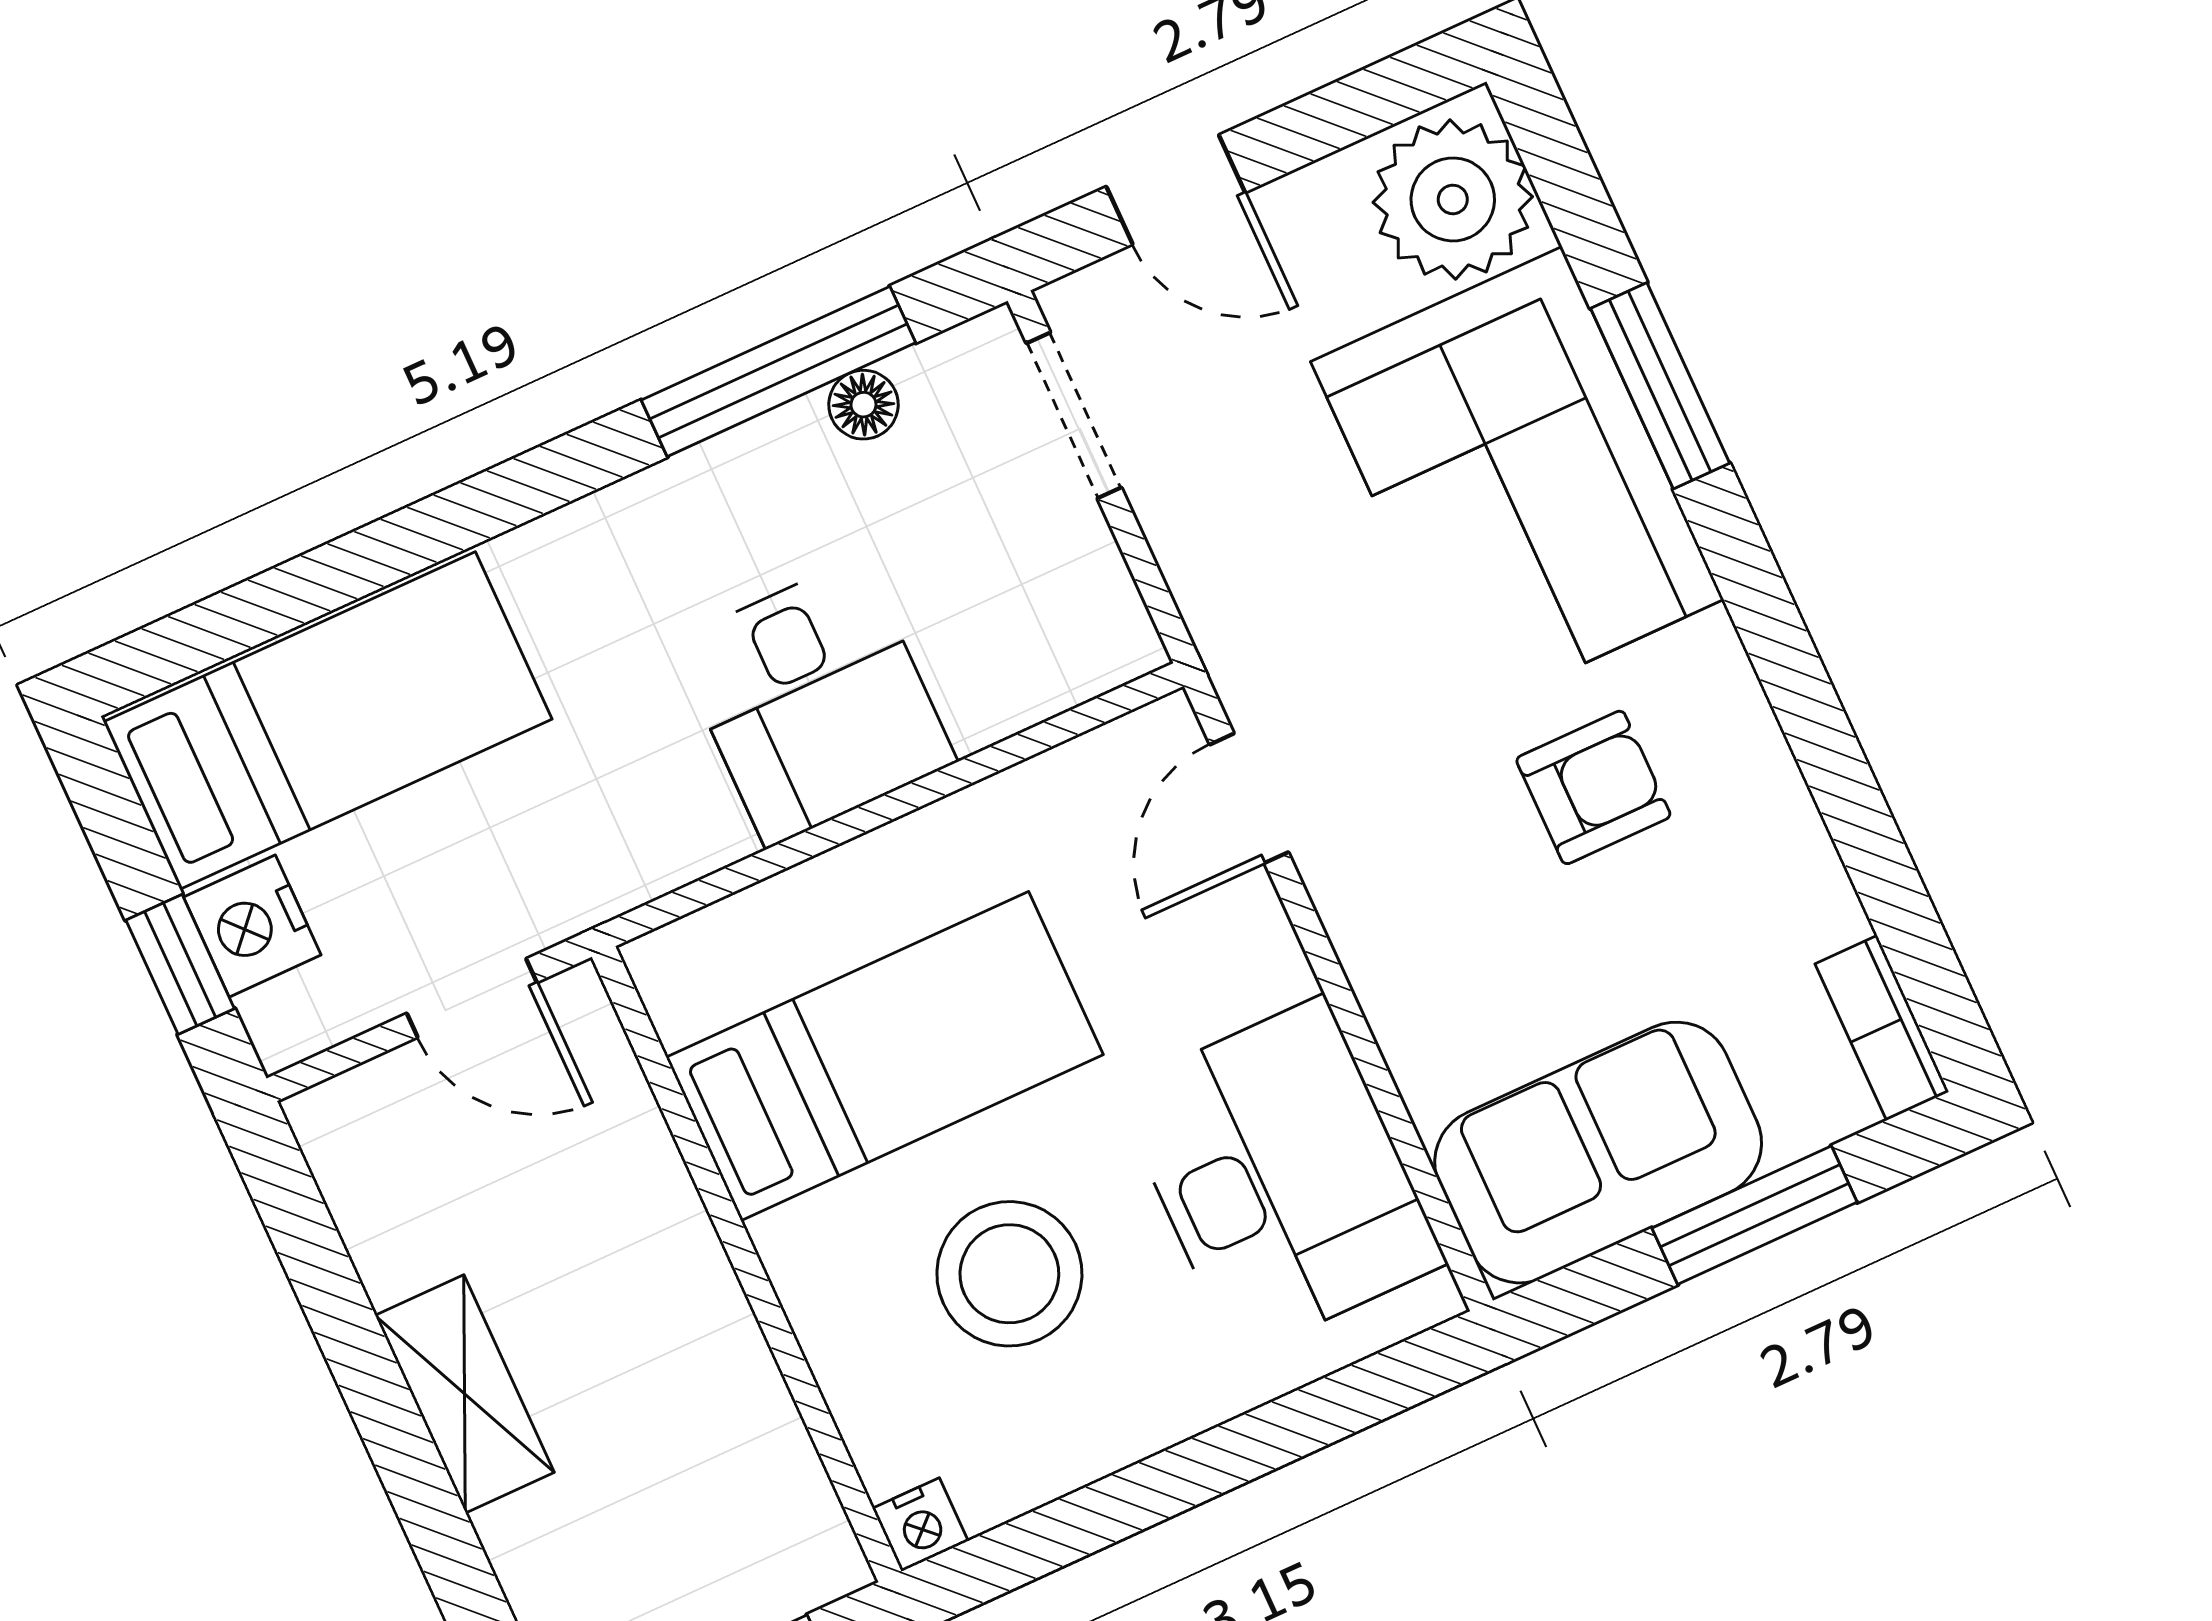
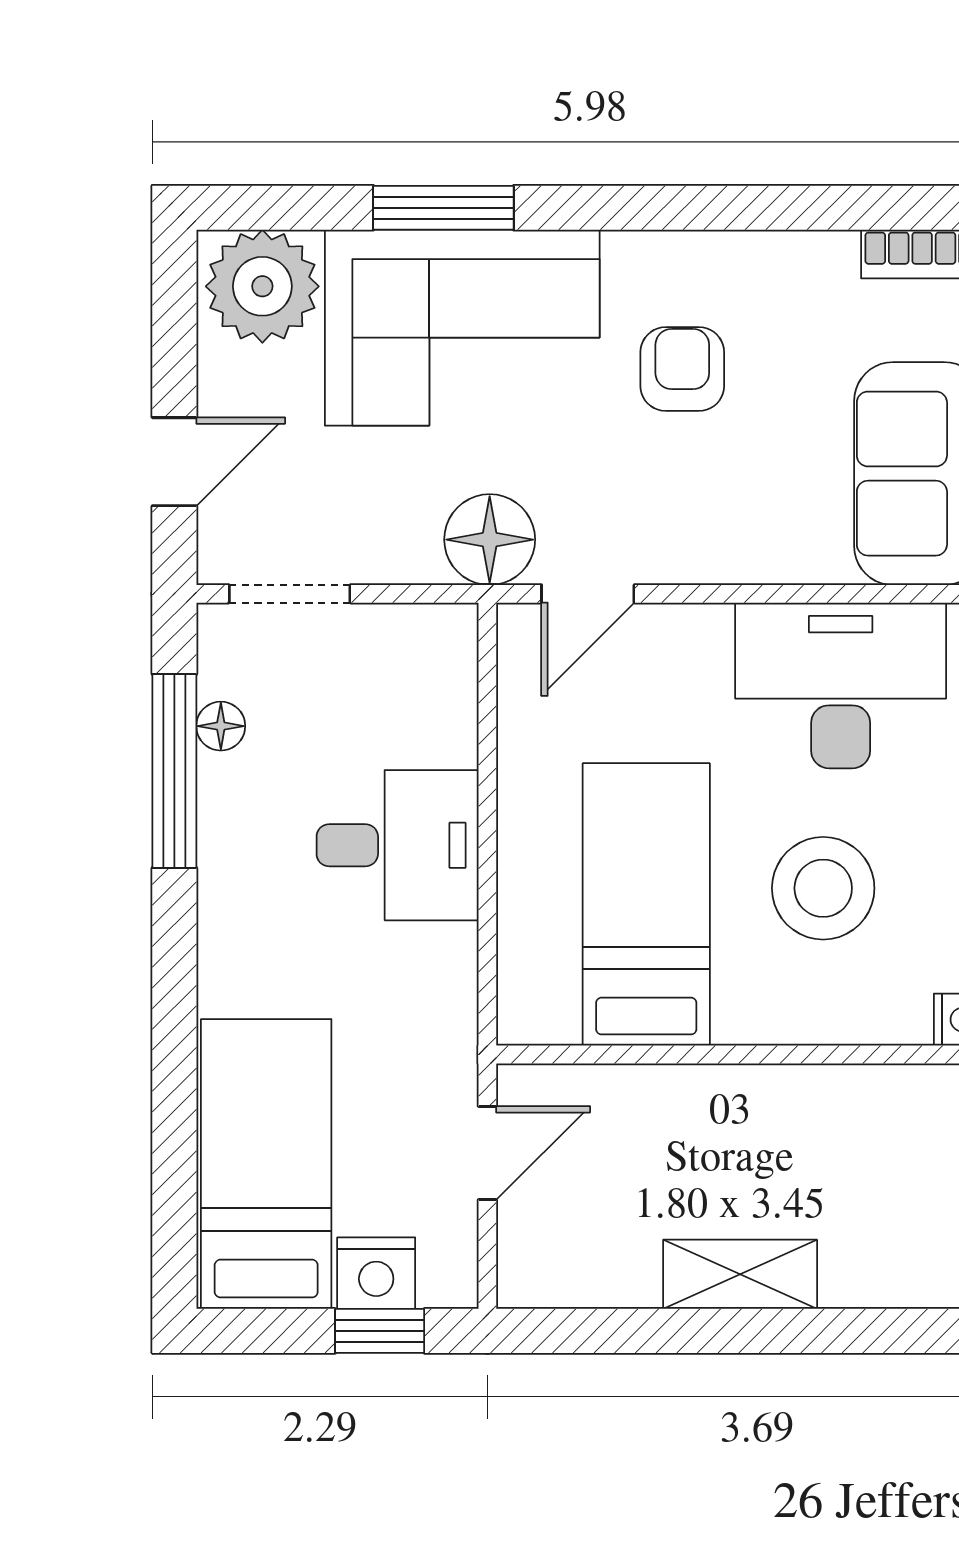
floor lamp: (1261, 640) -> (490, 540), added
door: (1249, 798) -> (588, 594), hinge flipped

